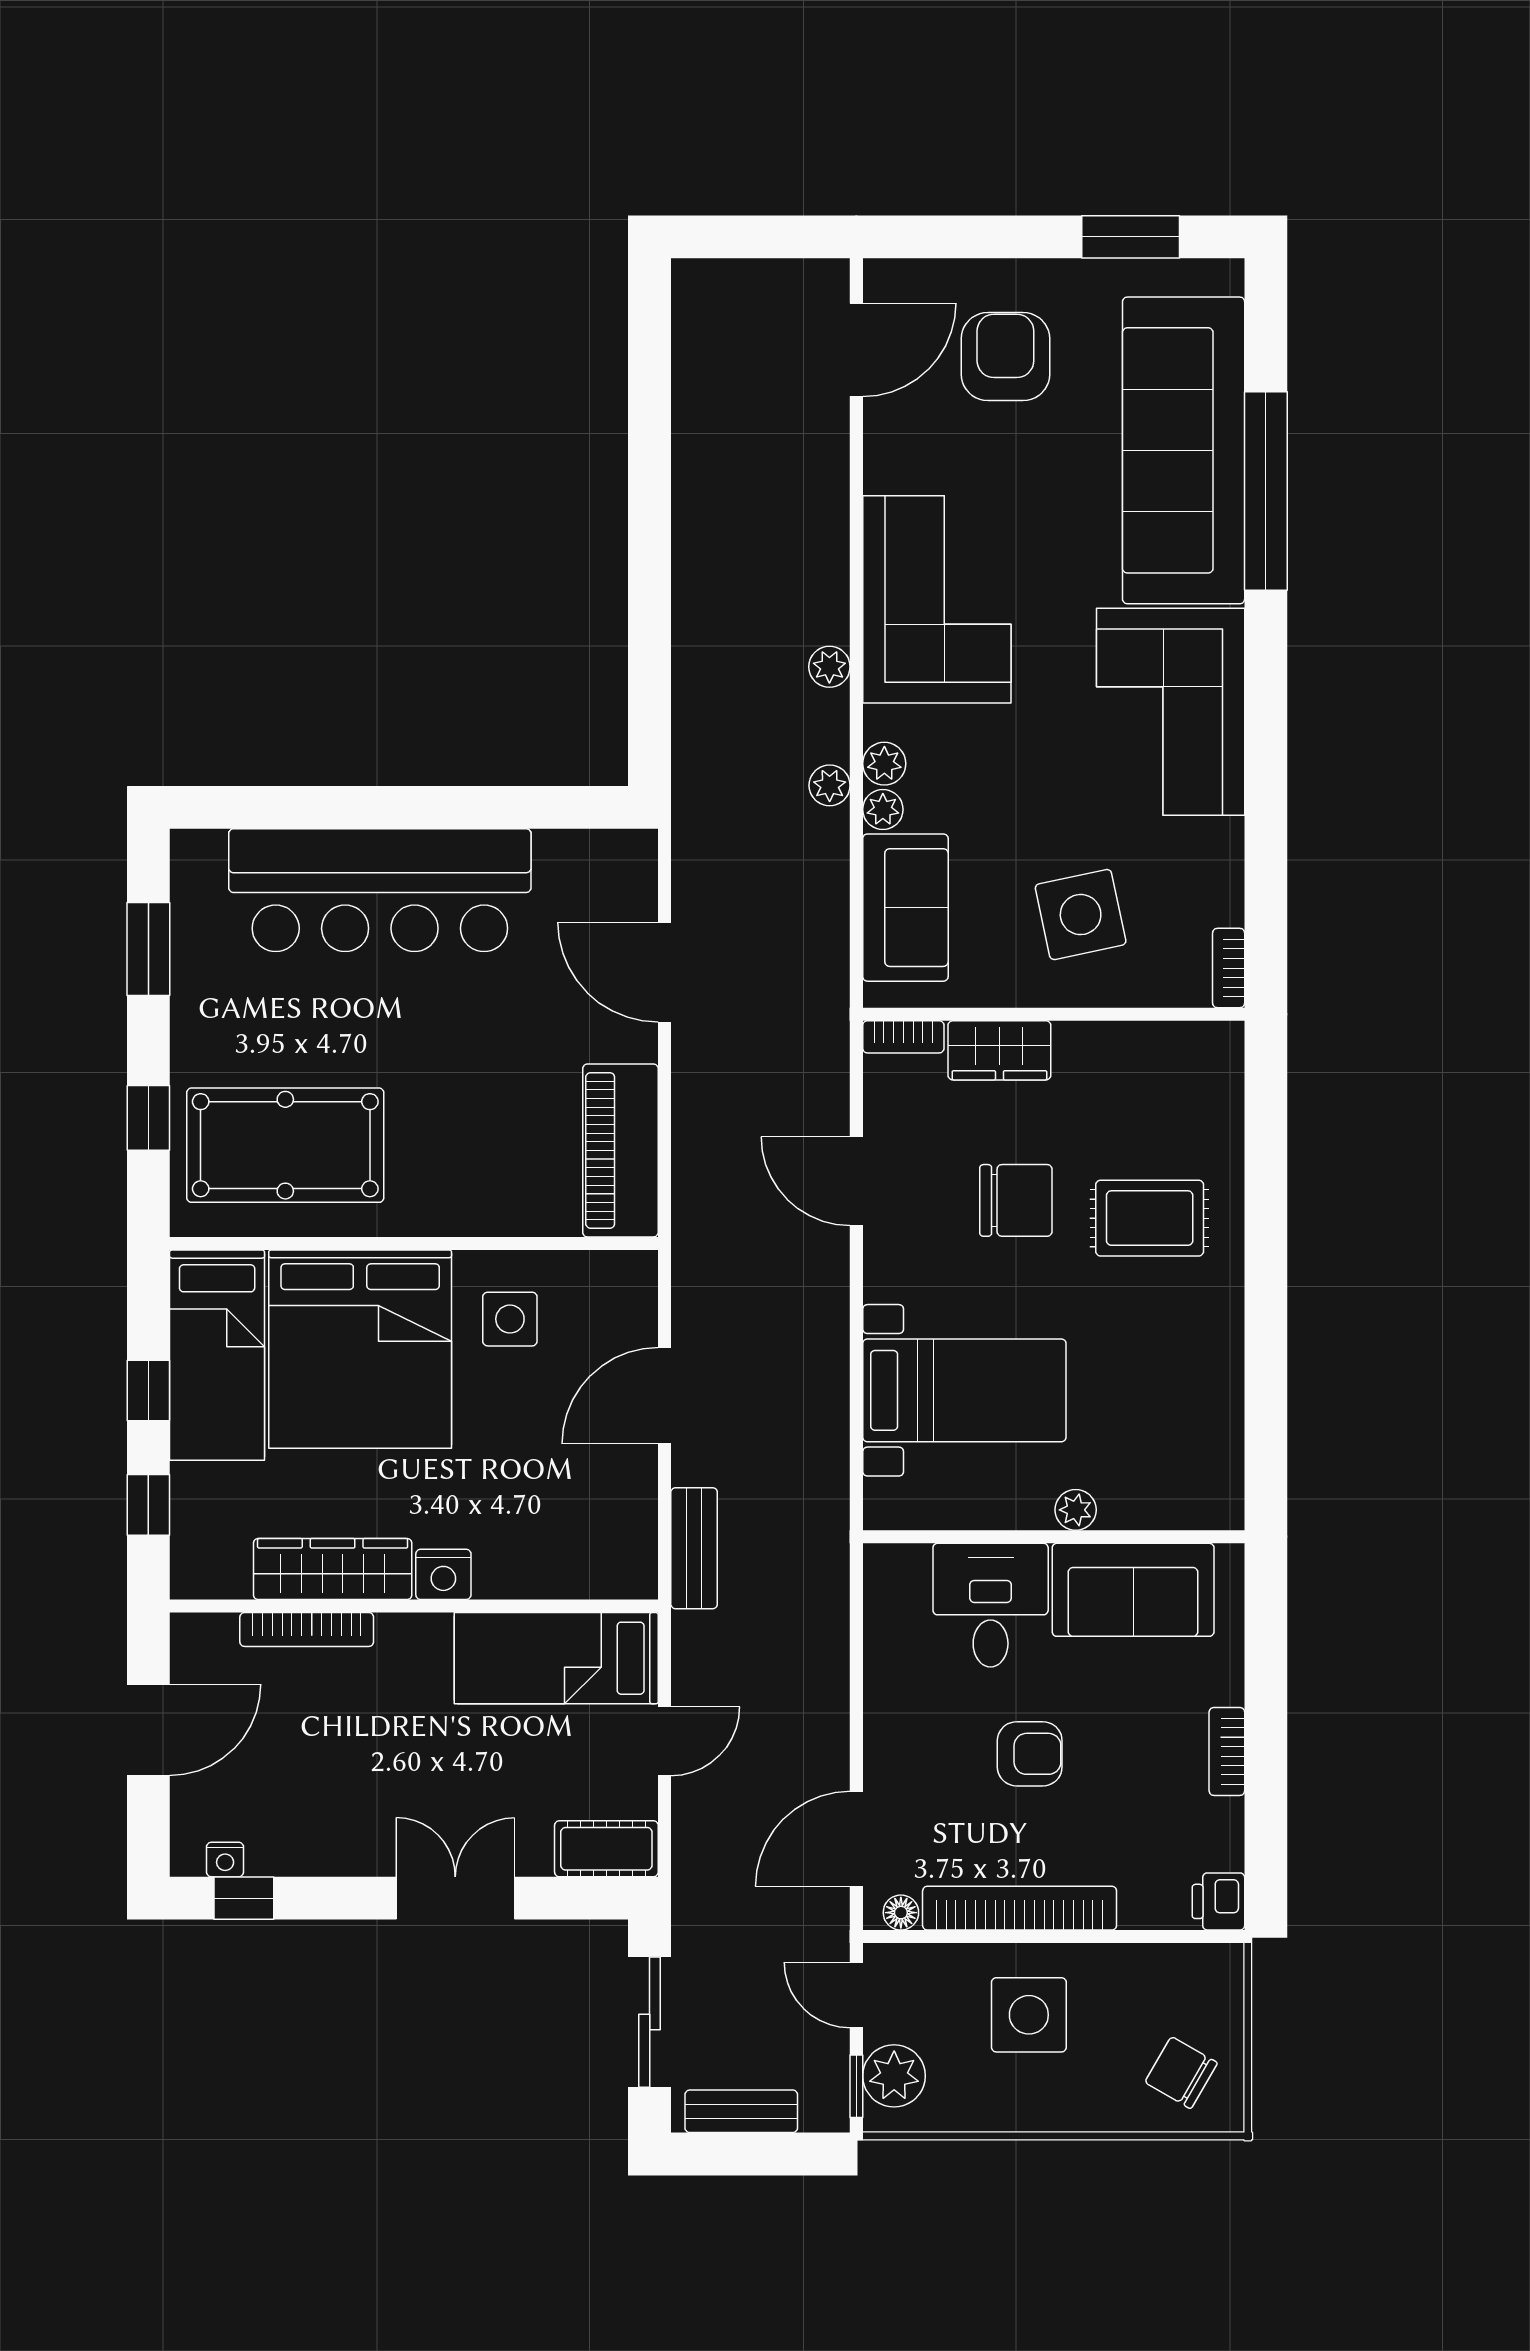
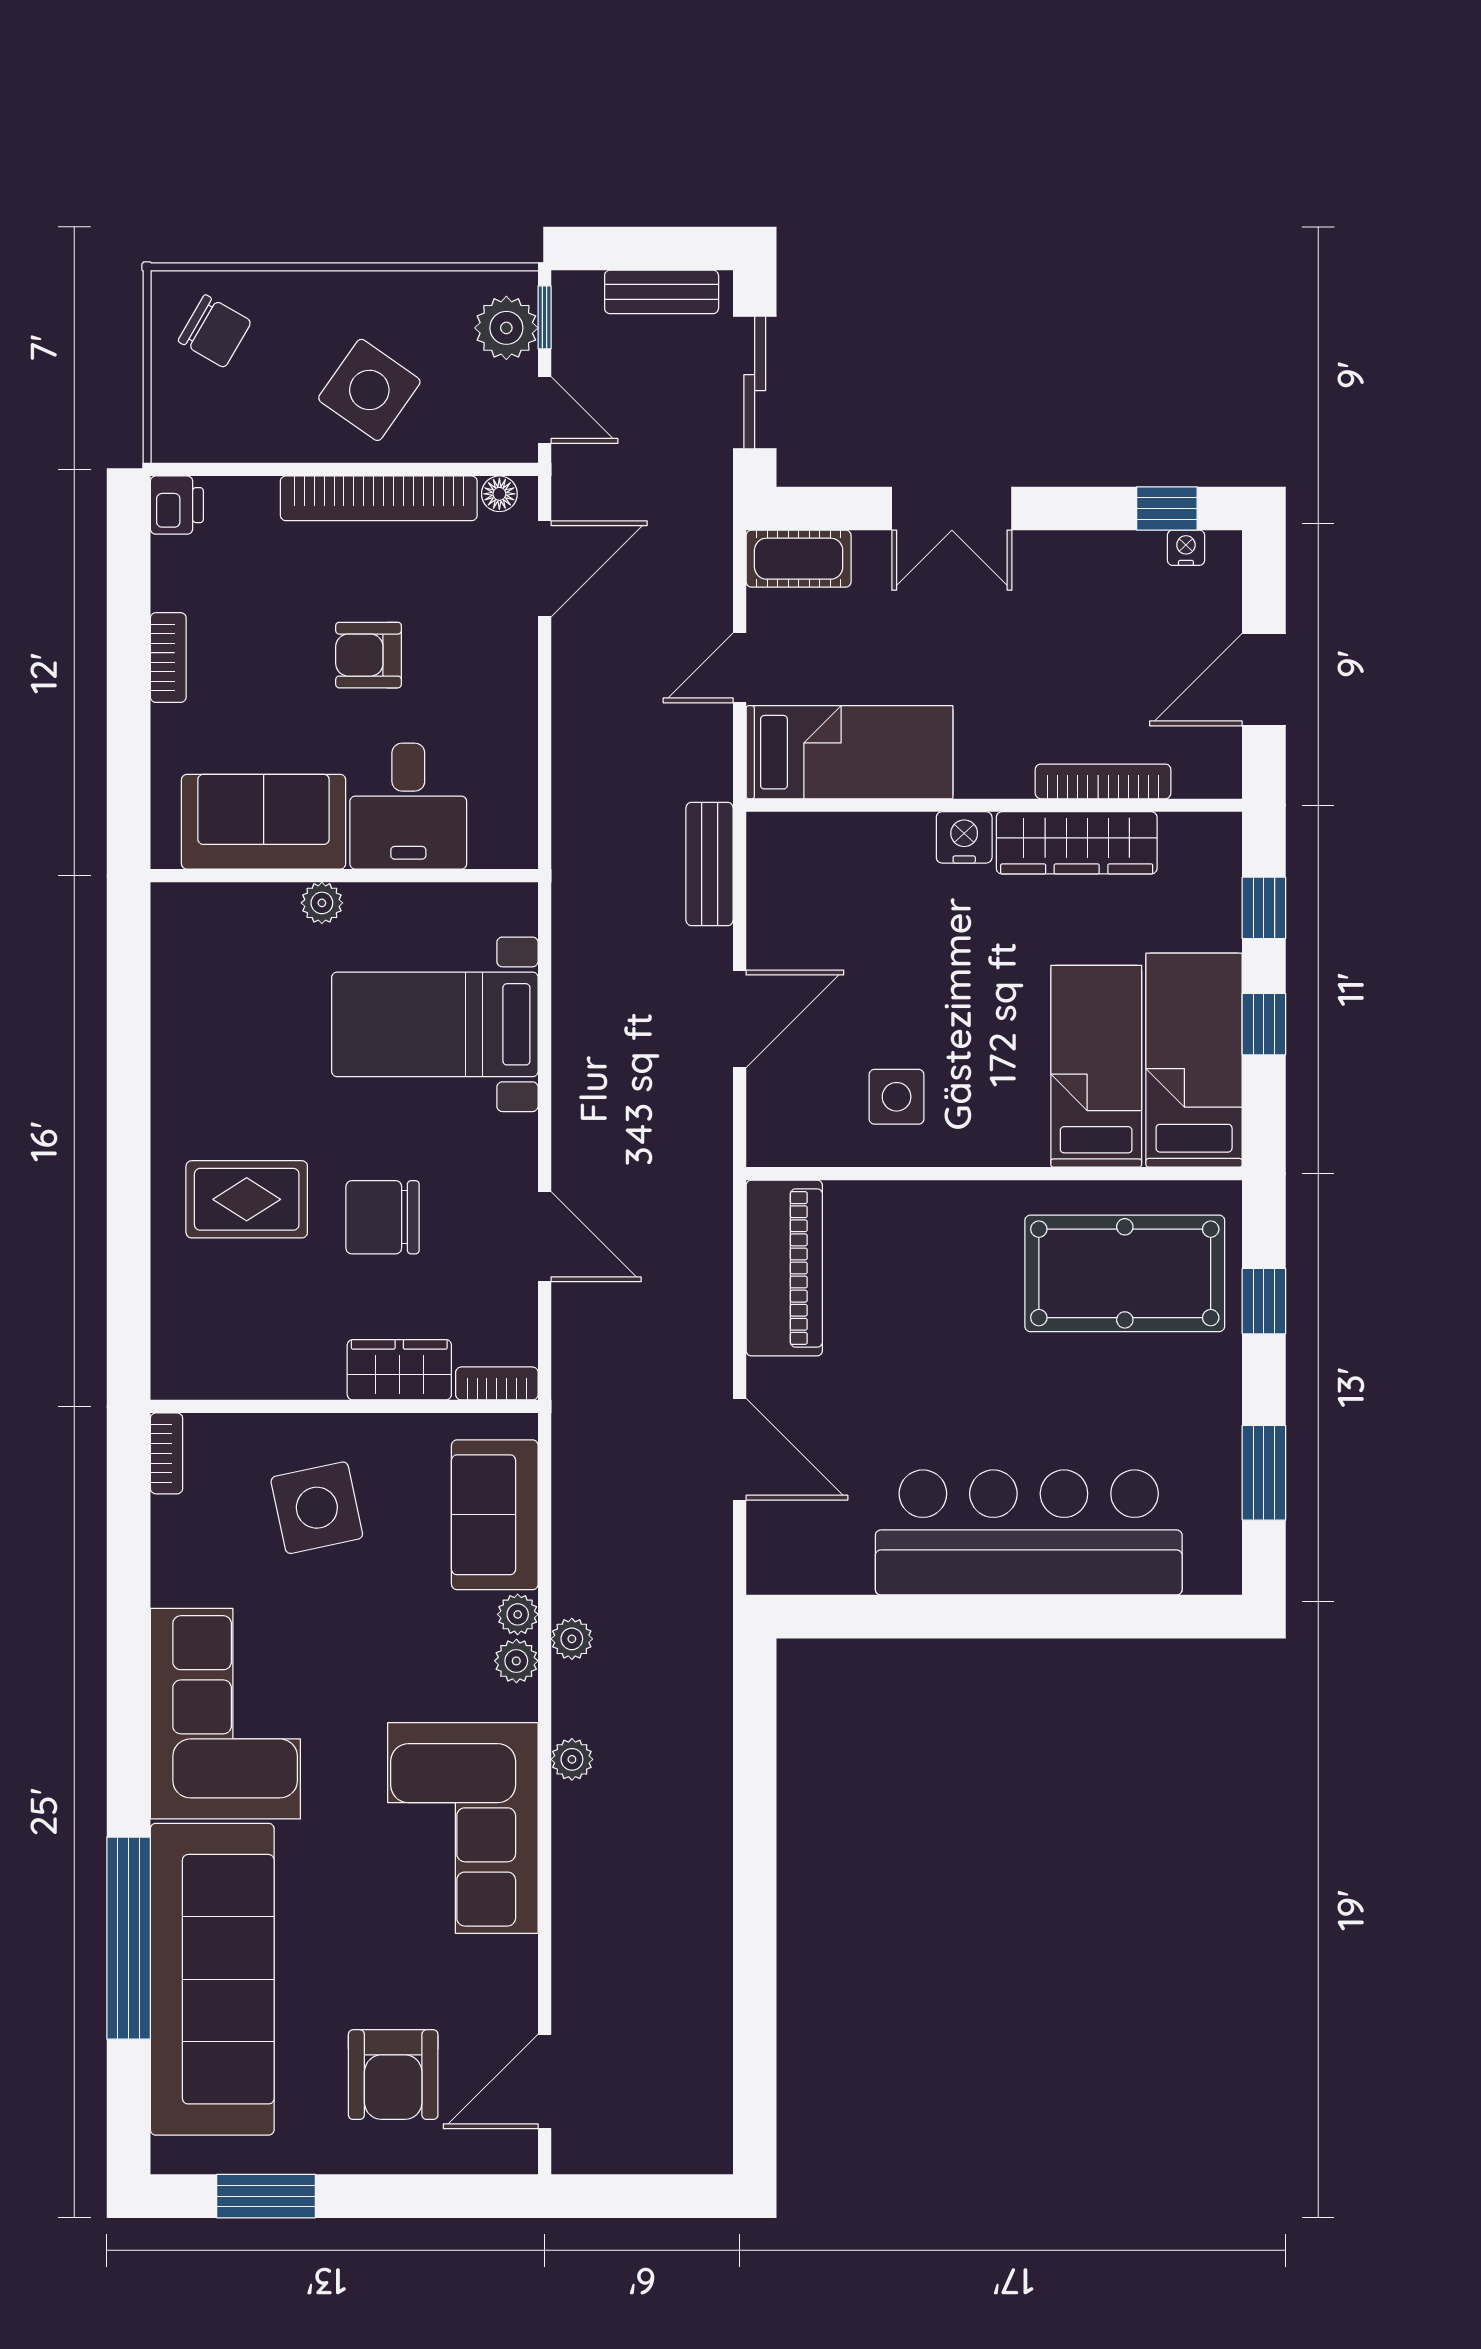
bed: (360, 1349) -> (1096, 1066), width x0.49
side table: (1029, 2015) -> (369, 390), turned 35

